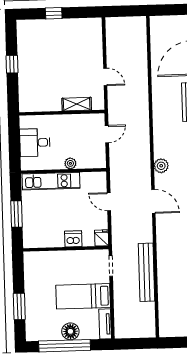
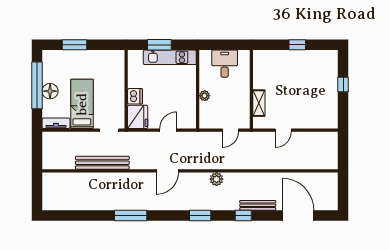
door: (107, 134) -> (230, 130), hinge flipped
plant: (161, 166) -> (217, 179), moved
kitchen unit: (51, 181) -> (170, 57), moved, turned -90
fridge: (102, 238) -> (138, 117), width x1.88, depth x1.34

